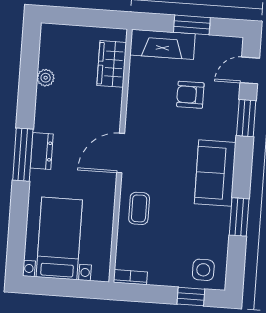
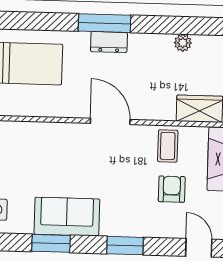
window: (246, 118) -> (125, 246), moved
sofa: (215, 173) -> (67, 217), moved
coffee table: (139, 208) -> (168, 146), moved, turned 90

